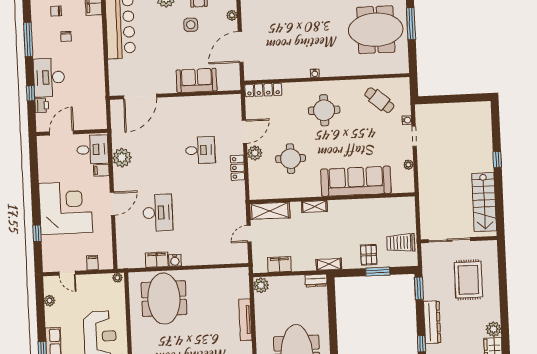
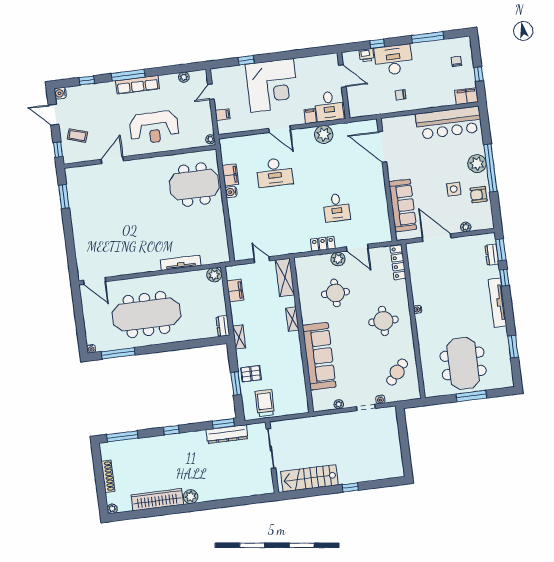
chair: (66, 36) -> (401, 95), moved
sofa: (197, 80) -> (403, 205), width x1.36
rug: (468, 280) -> (235, 469), removed
dresser: (432, 322) -> (227, 434), moved

